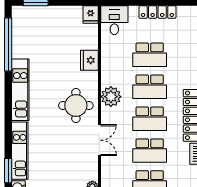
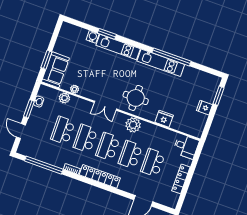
fridge: (91, 15) -> (204, 108), moved
window: (8, 44) -> (172, 57), moved

